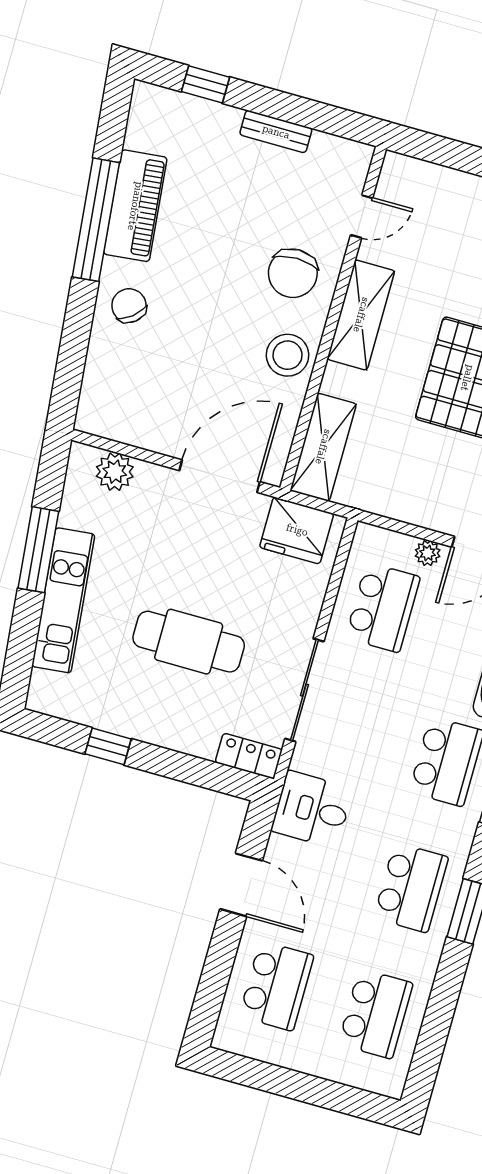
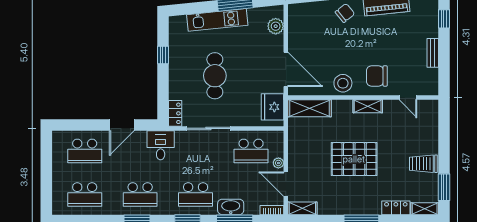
shelving: (361, 315) -> (368, 106), width x0.67, depth x0.75

